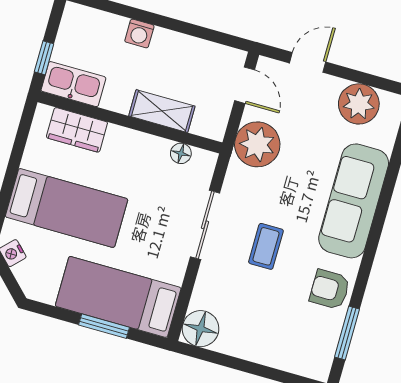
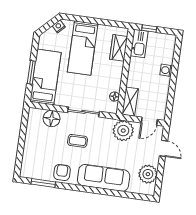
shelving: (162, 111) -> (130, 102), moved
floor lamp: (201, 329) -> (52, 118), moved

